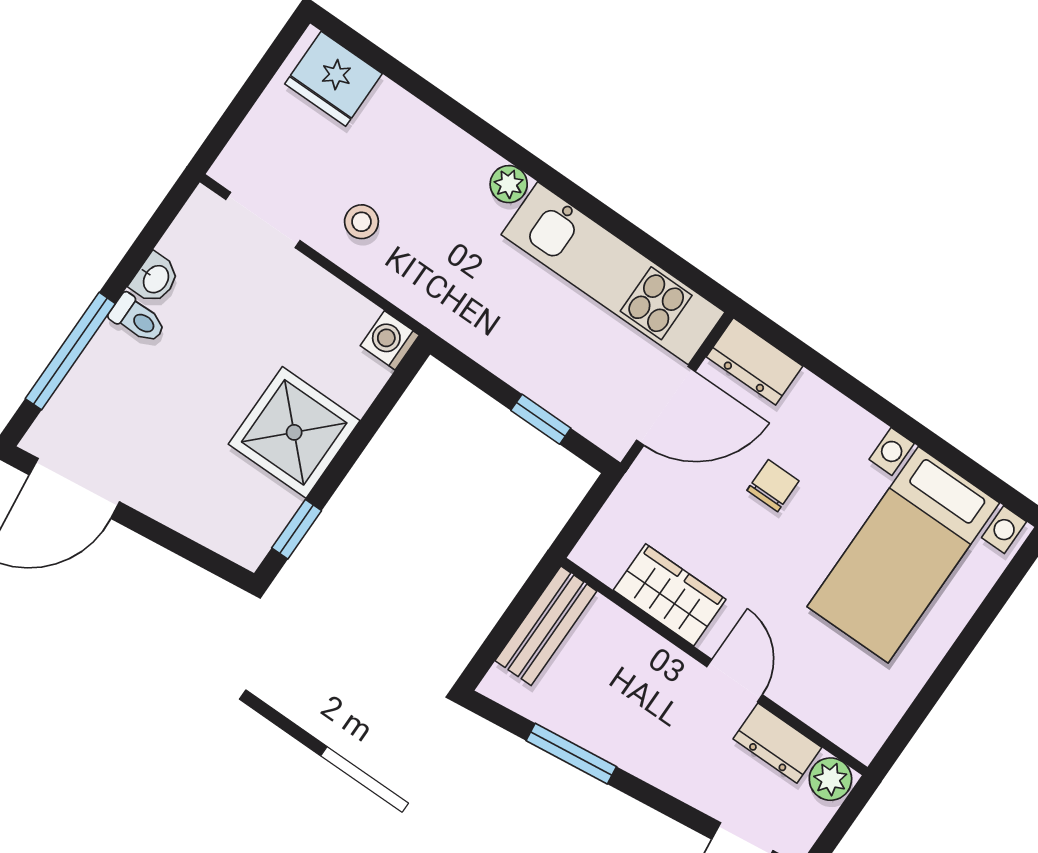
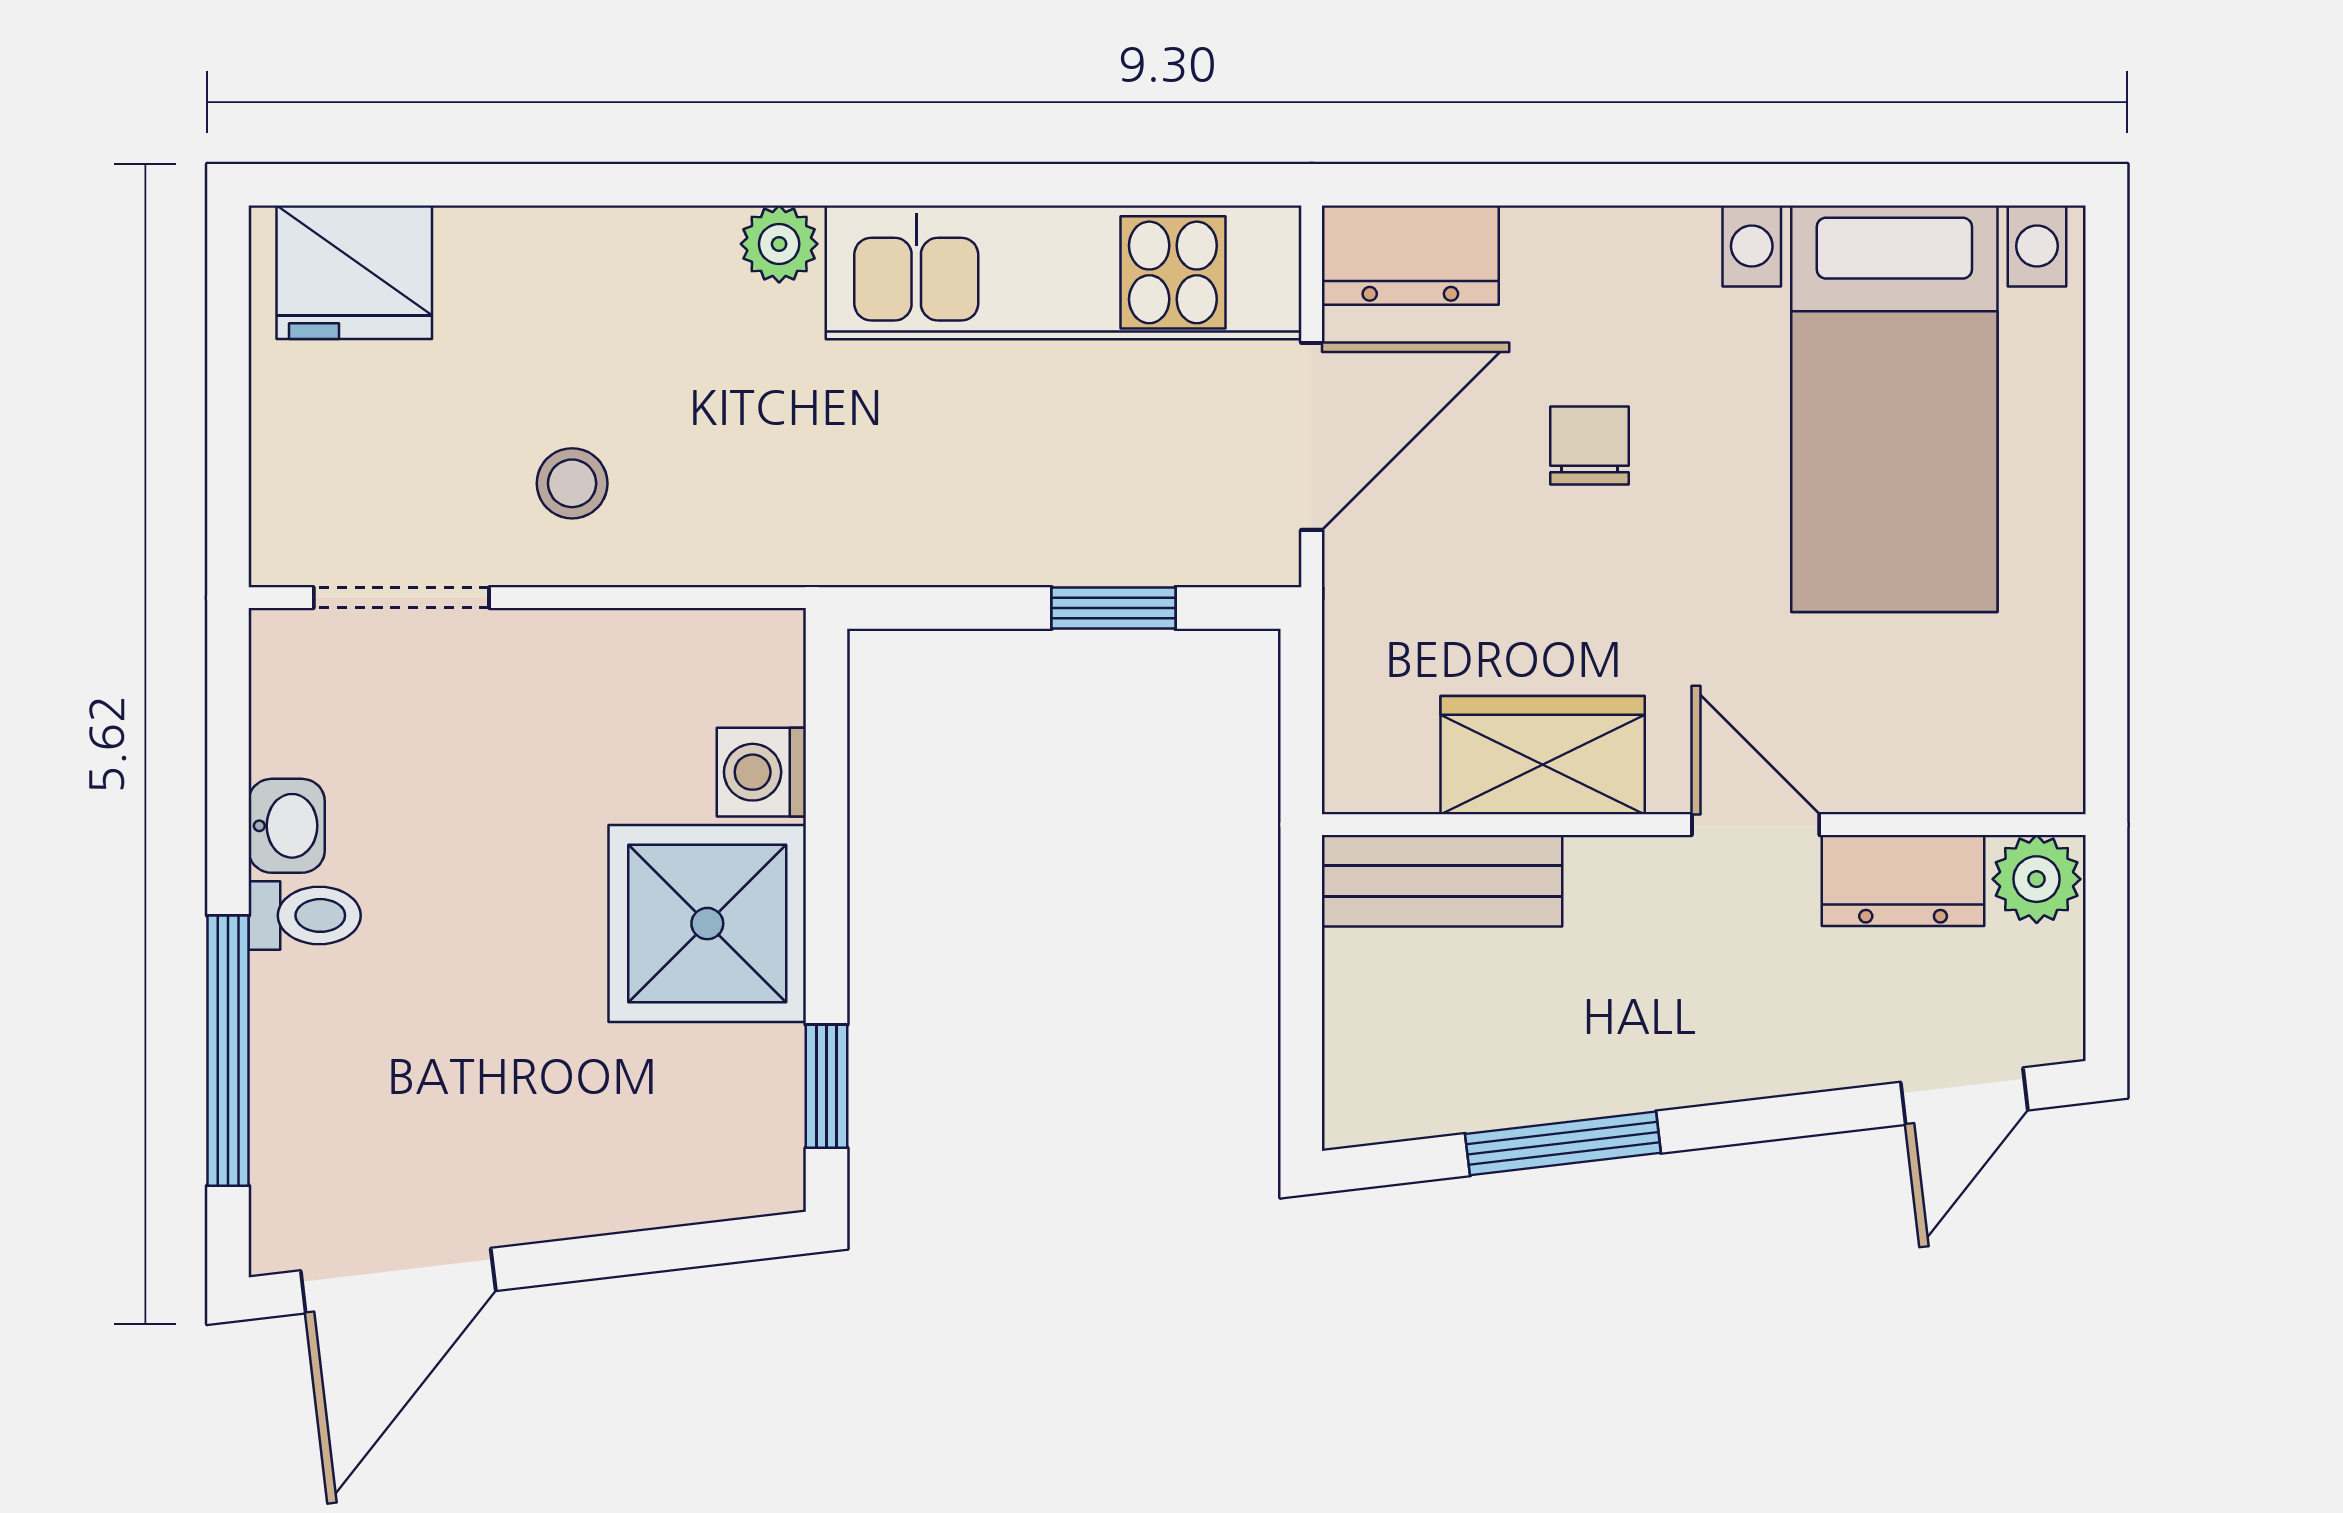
washing machine: (390, 340) -> (761, 772), moved
bench: (546, 626) -> (1442, 881), moved, turned 90

